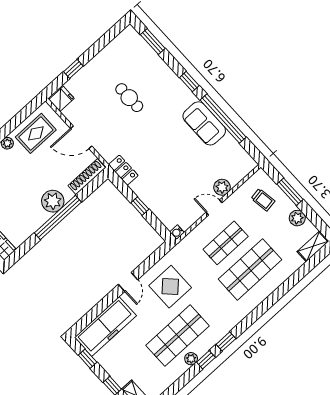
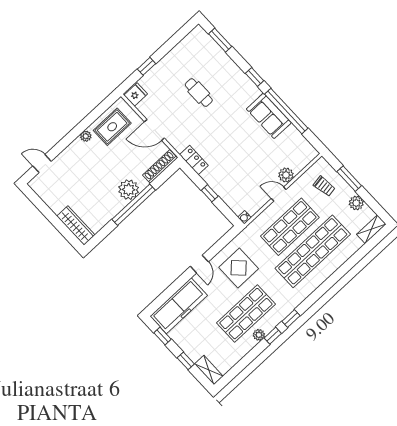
shop shelf: (226, 243) -> (290, 227), width x1.43, depth x1.36
shop shelf: (250, 269) -> (313, 251), width x1.40

